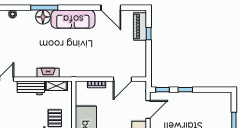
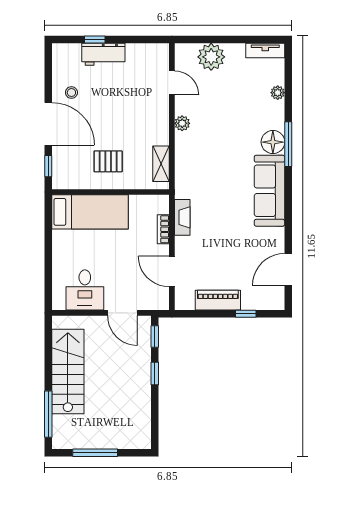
door: (111, 8) -> (288, 270), moved
piano: (140, 27) -> (218, 300), moved
plant: (31, 73) -> (182, 123), added
fireplace: (48, 73) -> (182, 217), moved
workbench: (31, 88) -> (158, 122), removed

